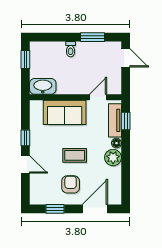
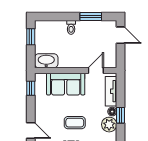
window: (126, 121) -> (120, 115), moved
window: (25, 138) -> (31, 88), moved

